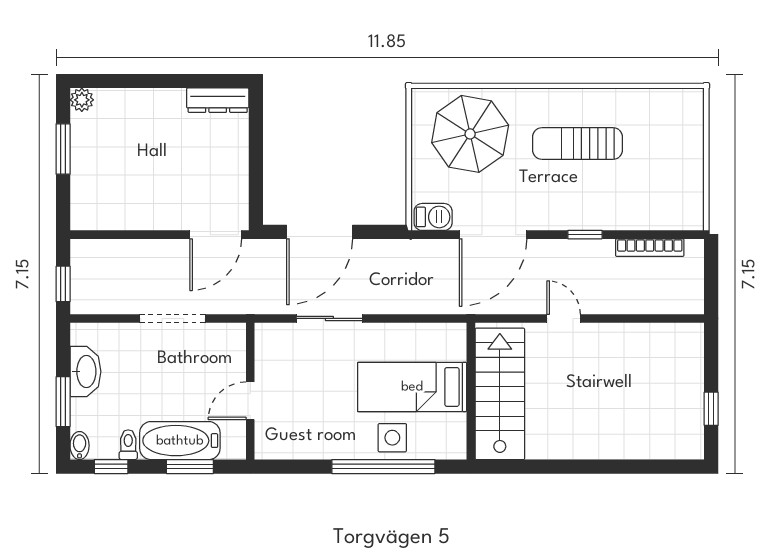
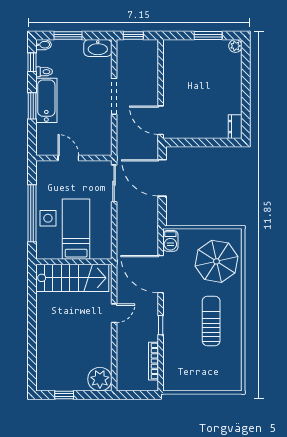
dresser: (218, 100) -> (235, 127), width x0.70
plant: (682, 344) -> (100, 379), added
washbasin: (85, 372) -> (98, 48), moved
wall: (250, 391) -> (74, 158), moved
door: (250, 401) -> (68, 158), moved

